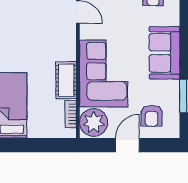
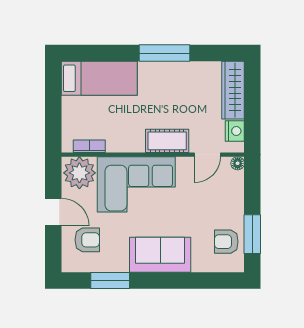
cot: (66, 80) -> (167, 141), moved
armchair: (152, 116) -> (87, 240), turned 180

